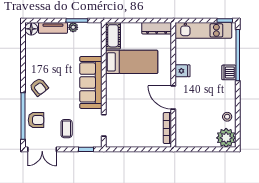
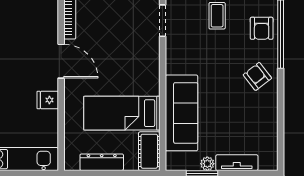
dresser: (157, 28) -> (102, 162), moved
floor lamp: (31, 29) -> (269, 161), removed
sofa: (91, 82) -> (182, 113), moved
armchair: (36, 120) -> (262, 28), turned -90

